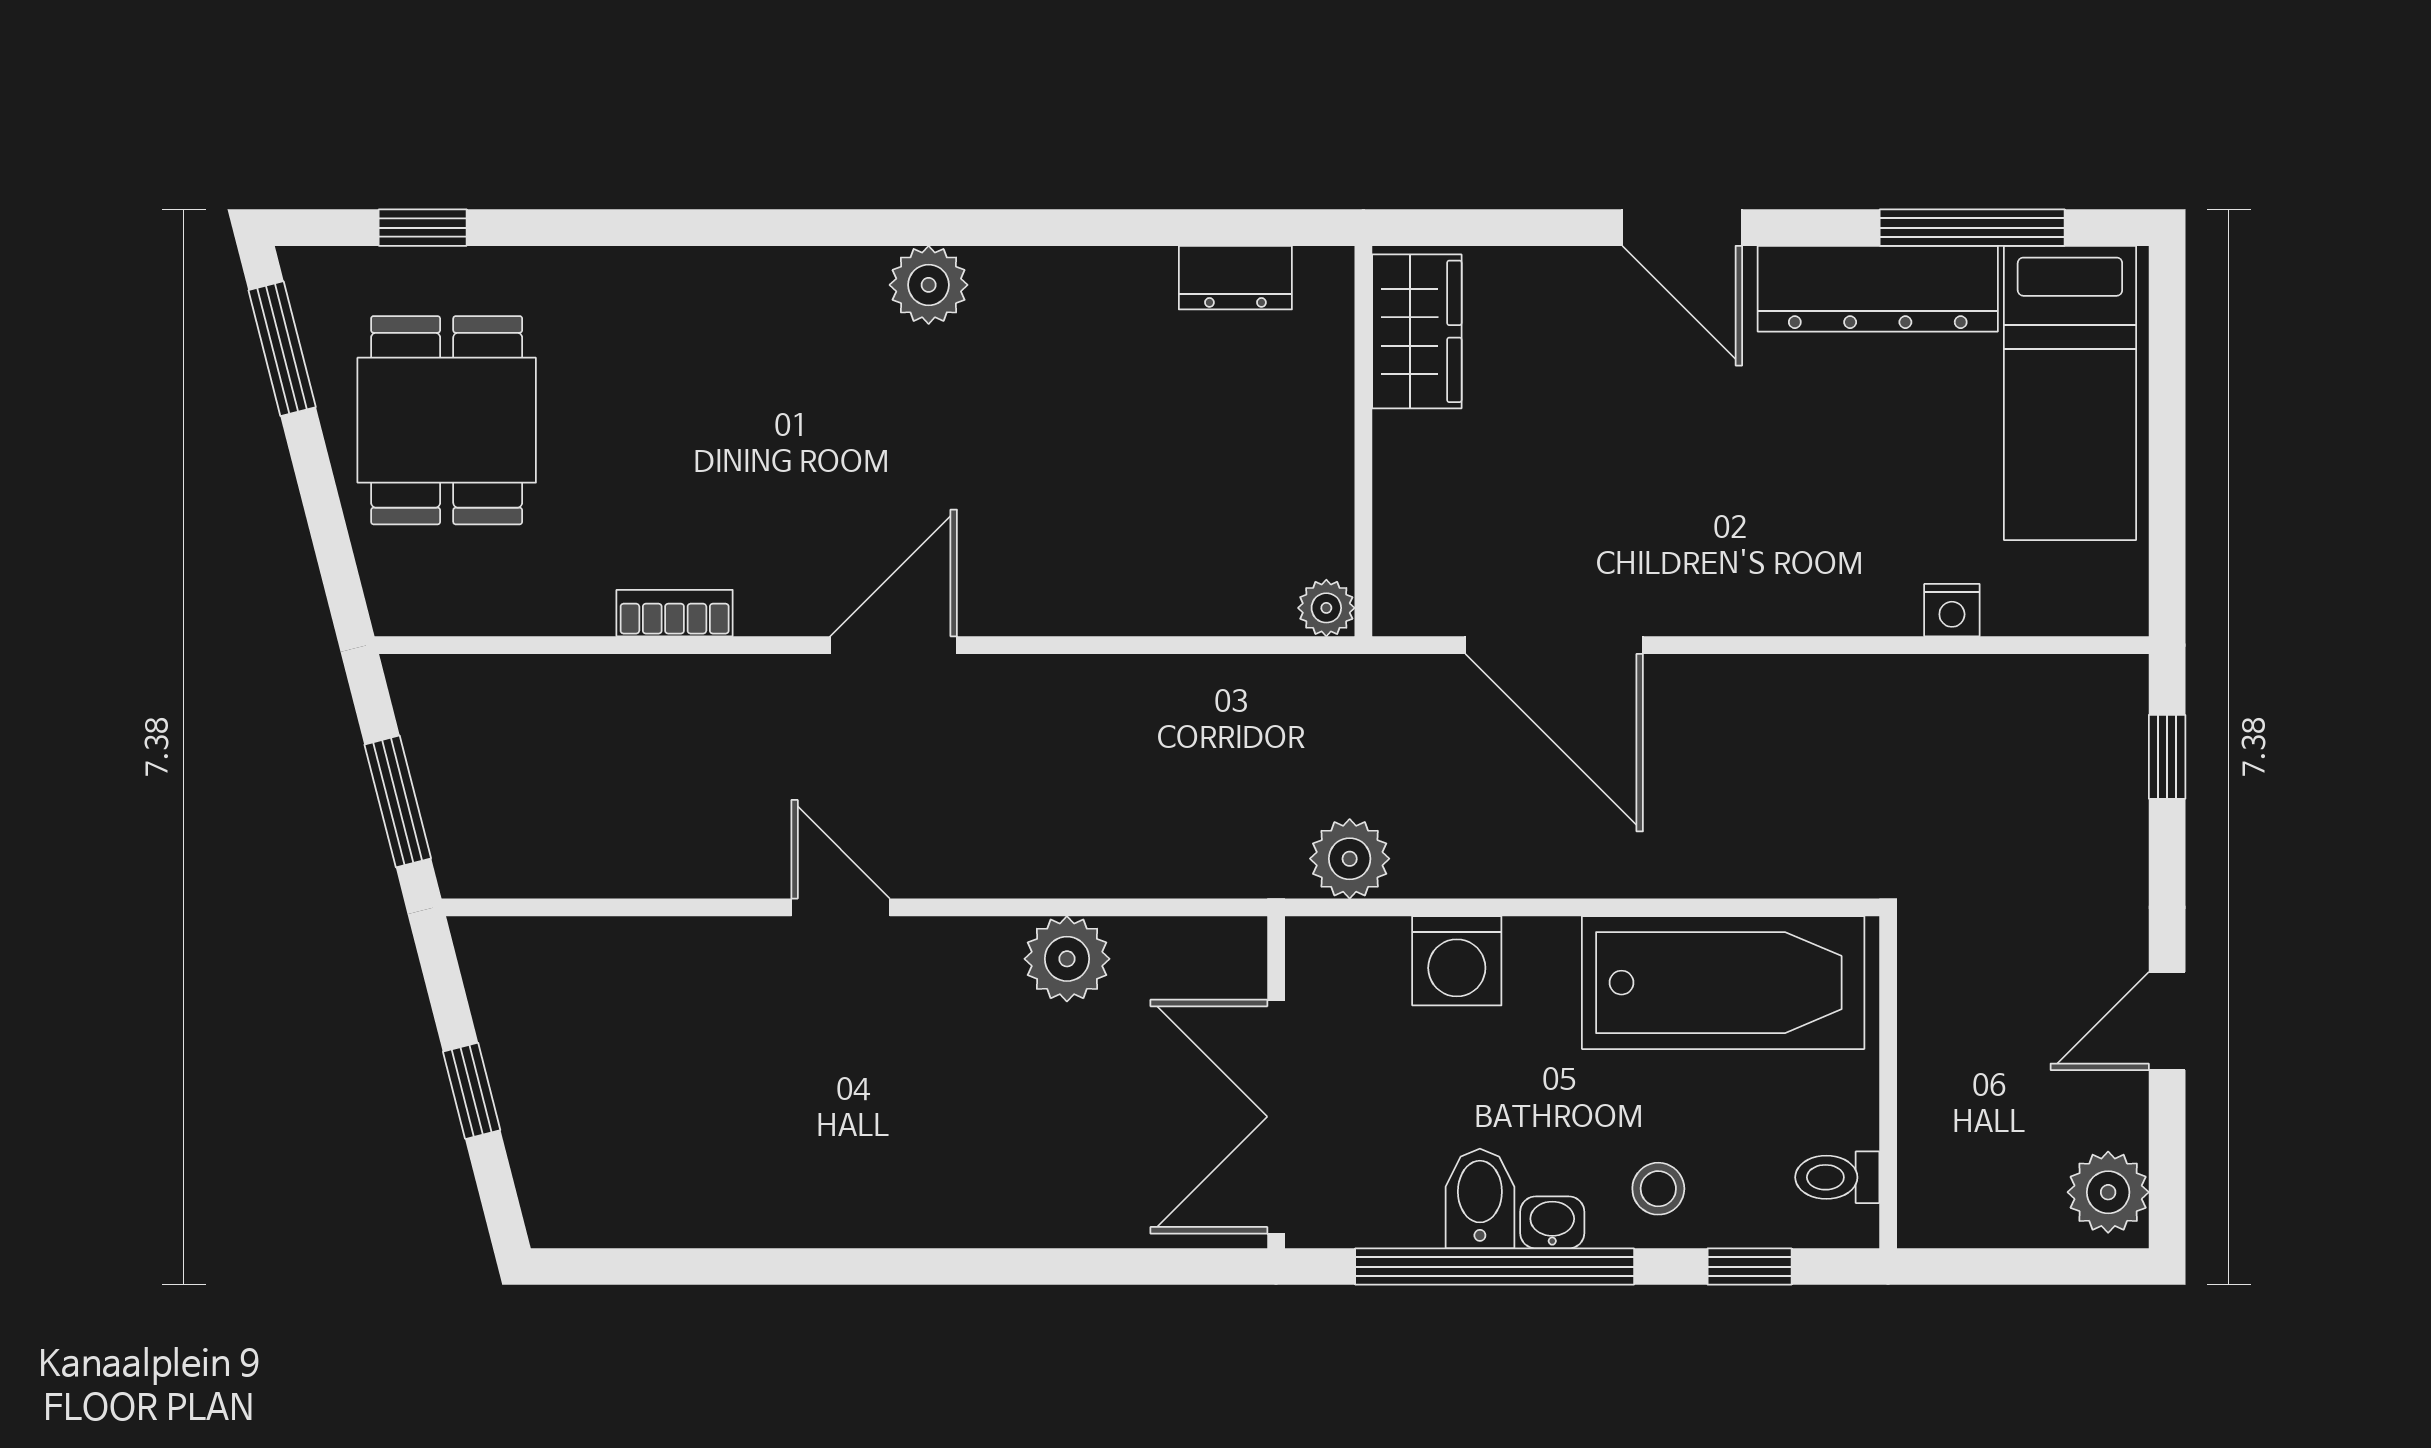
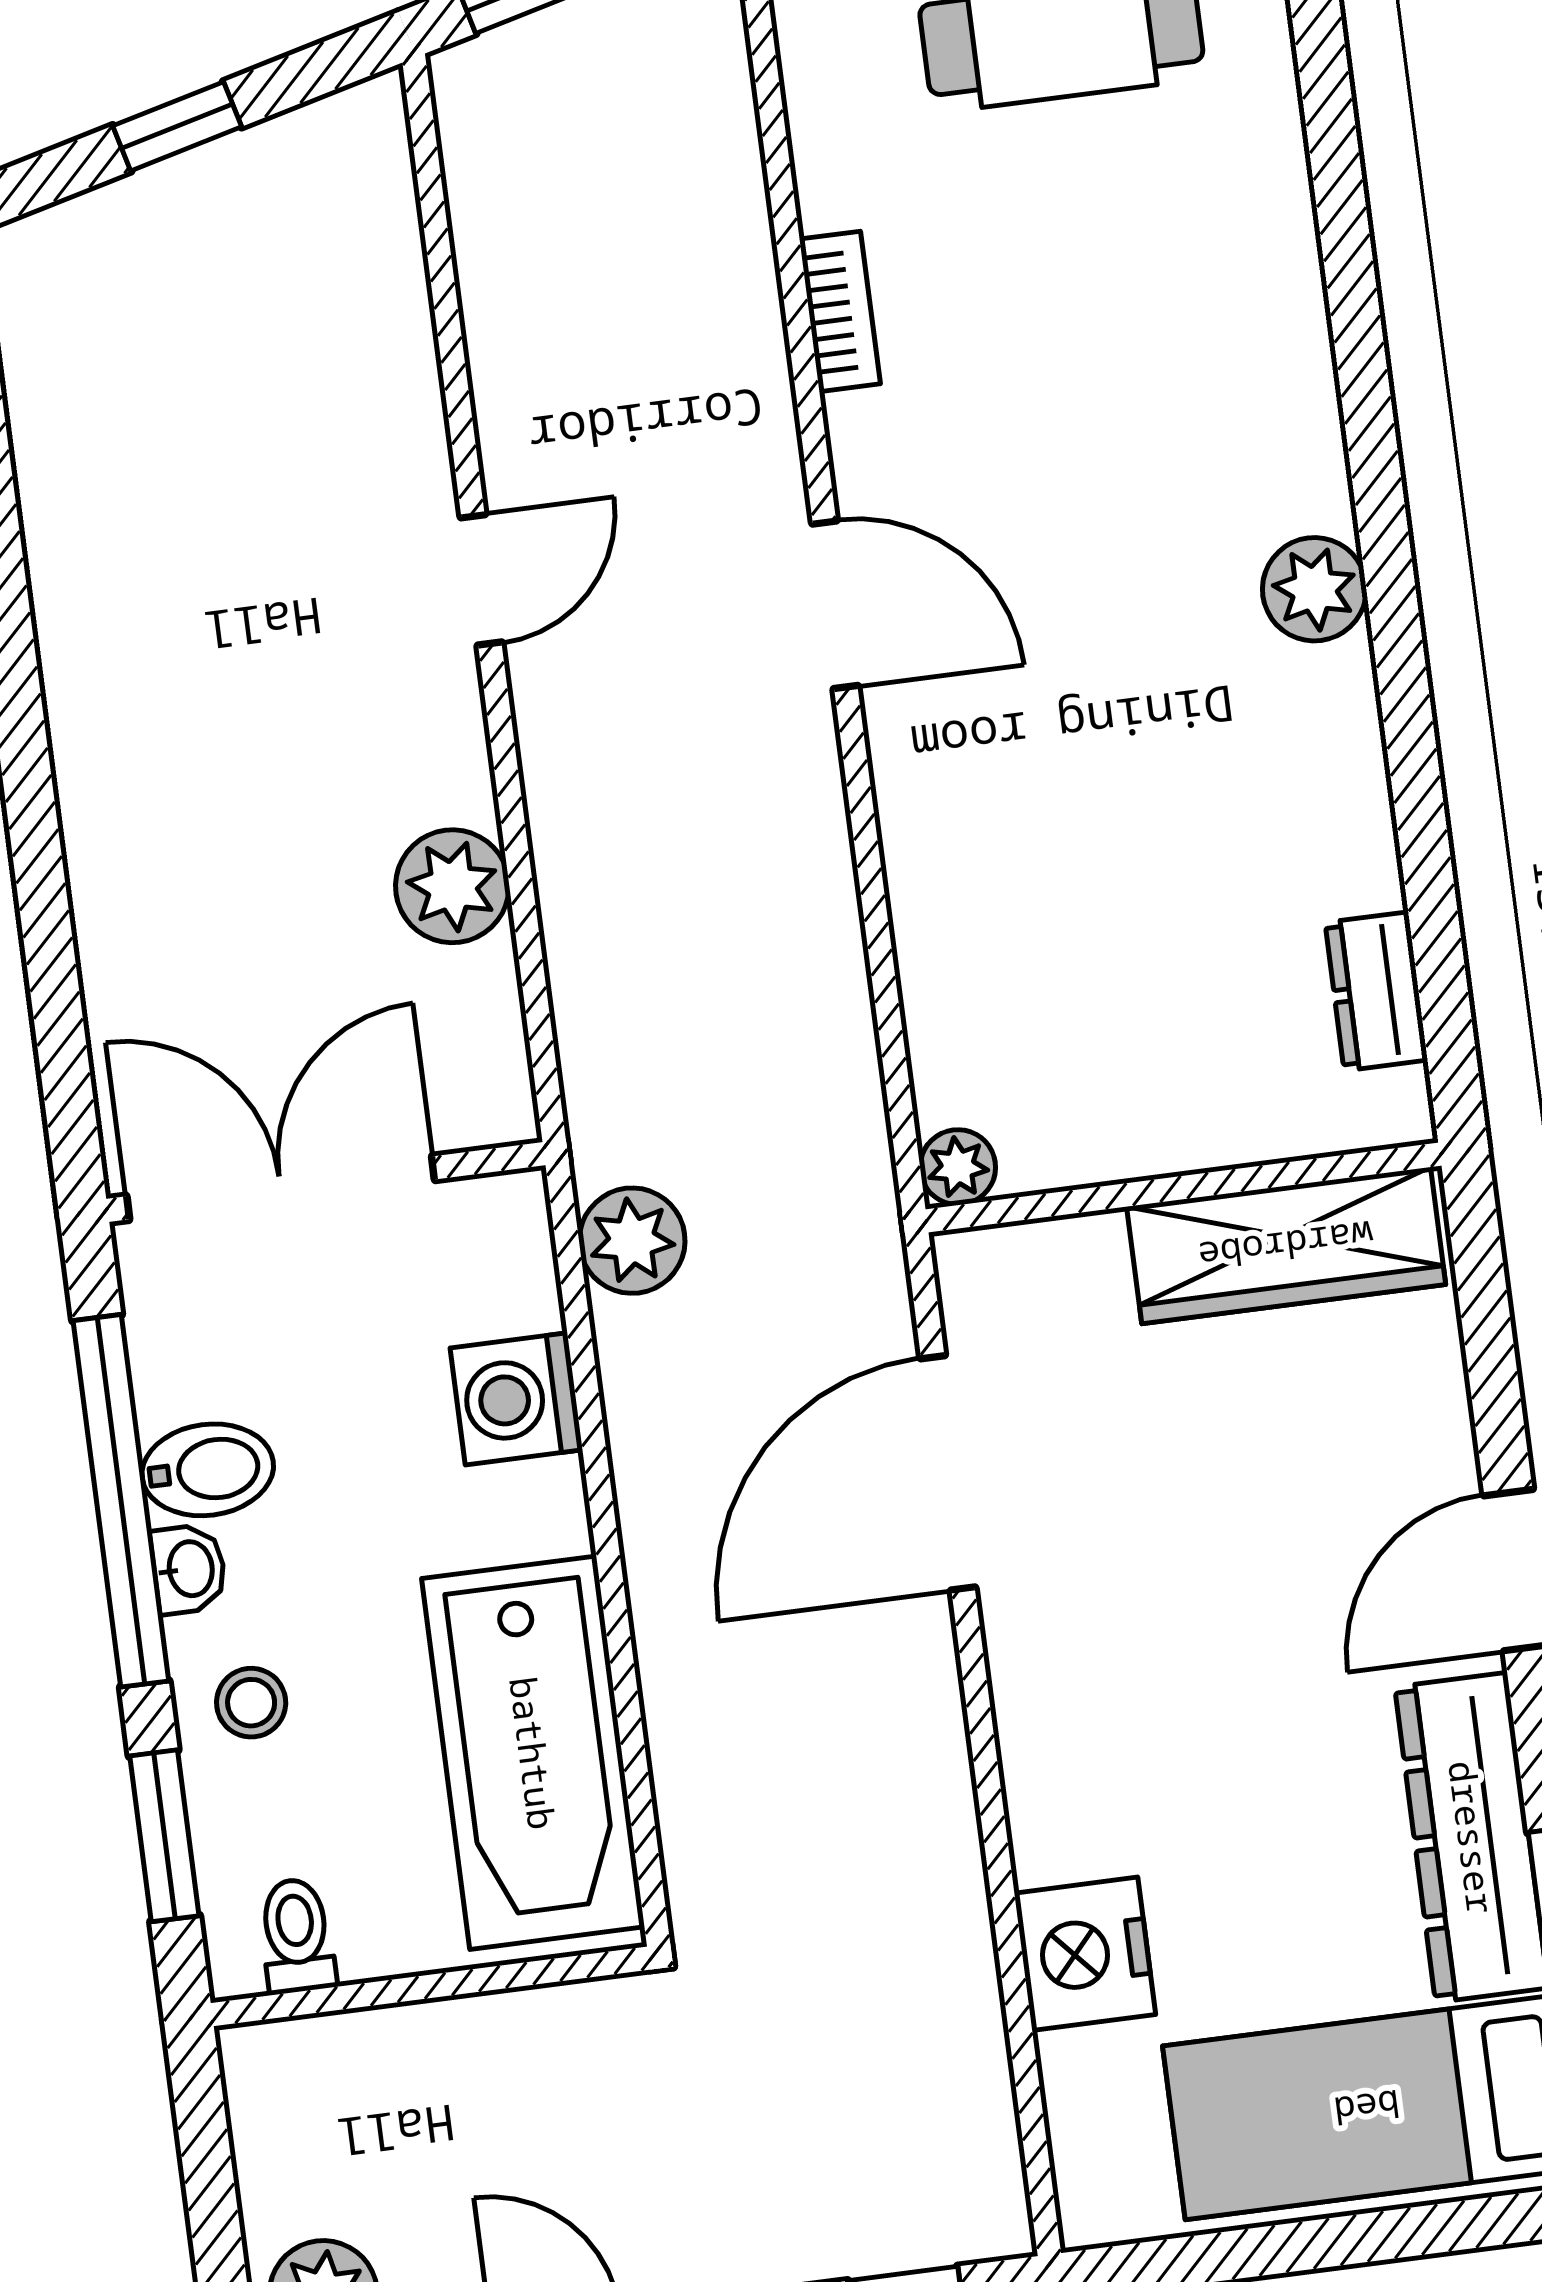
wardrobe: (1417, 331) -> (1286, 1246), width x1.50
nightstand: (1952, 610) -> (1085, 1954), width x1.89, depth x1.79
window: (1750, 1267) -> (164, 1836), width x1.50

